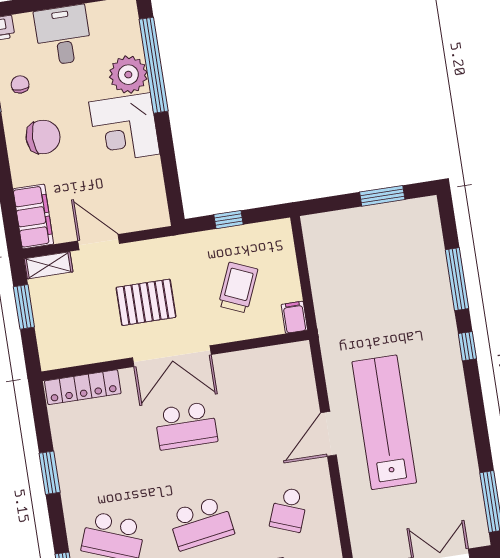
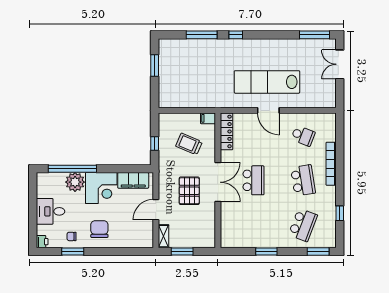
filing cabinet: (33, 216) -> (133, 180), moved, turned 180
locker: (83, 387) -> (226, 131), moved

